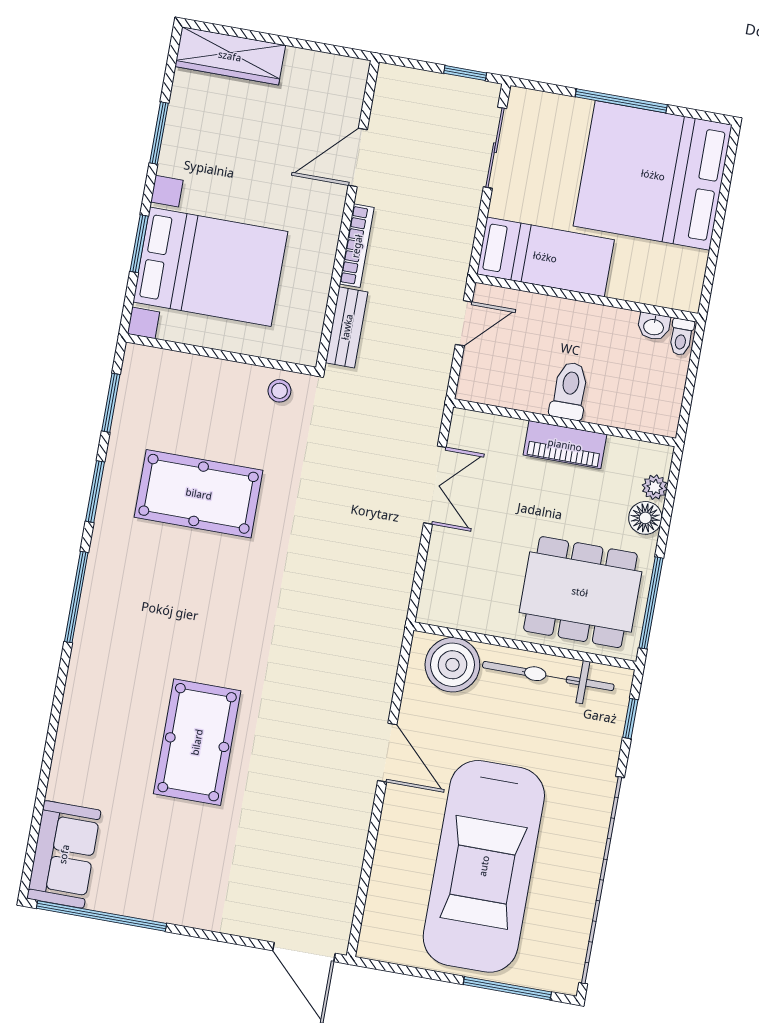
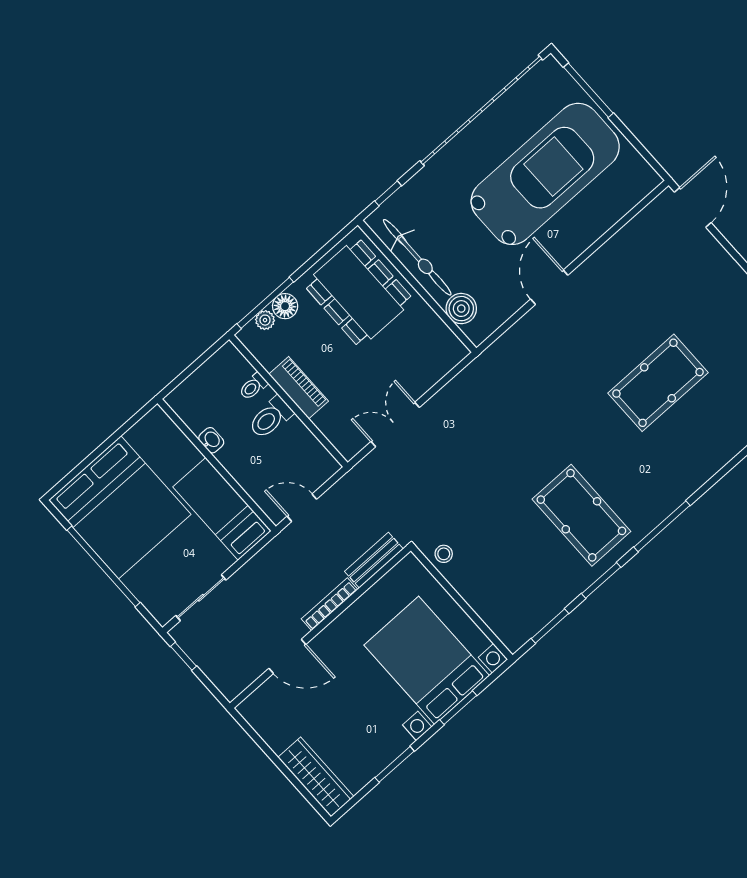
window: (621, 101) -> (103, 566), width x1.46
washbasin: (654, 326) -> (211, 440), moved
toilet: (681, 337) -> (253, 386), moved, turned 180
pool table: (199, 494) -> (581, 515), moved
window: (651, 603) -> (265, 303), moved
boiler: (452, 665) -> (461, 309), width x0.73, depth x0.73

